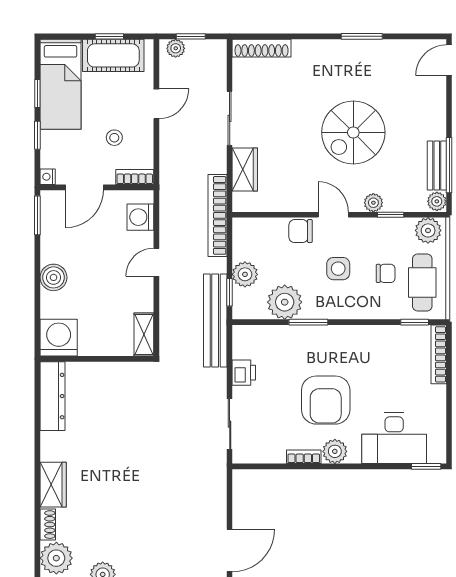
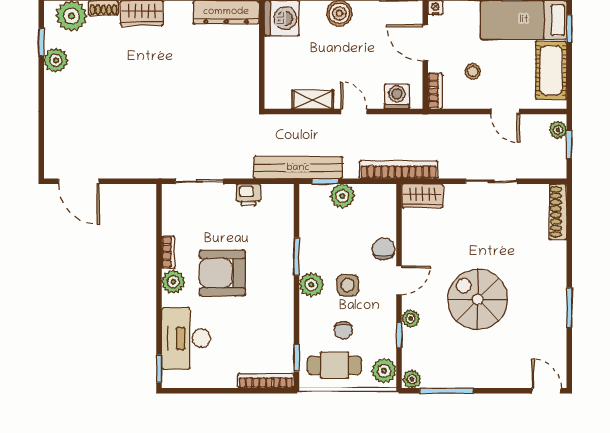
window: (109, 36) -> (569, 28), moved
bench: (437, 165) -> (446, 379), removed
wardrobe: (245, 169) -> (422, 196), moved
plant: (285, 302) -> (311, 285), moved, width x0.73, depth x0.73
shelving: (144, 334) -> (313, 100), moved

